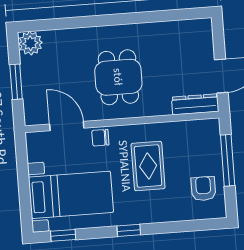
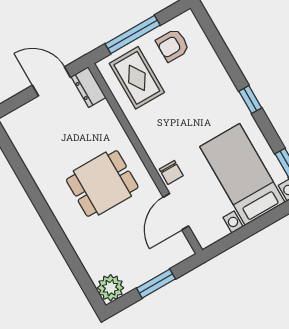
dresser: (195, 104) -> (88, 87), width x0.70
rug: (148, 166) -> (137, 78), moved, turned 90

